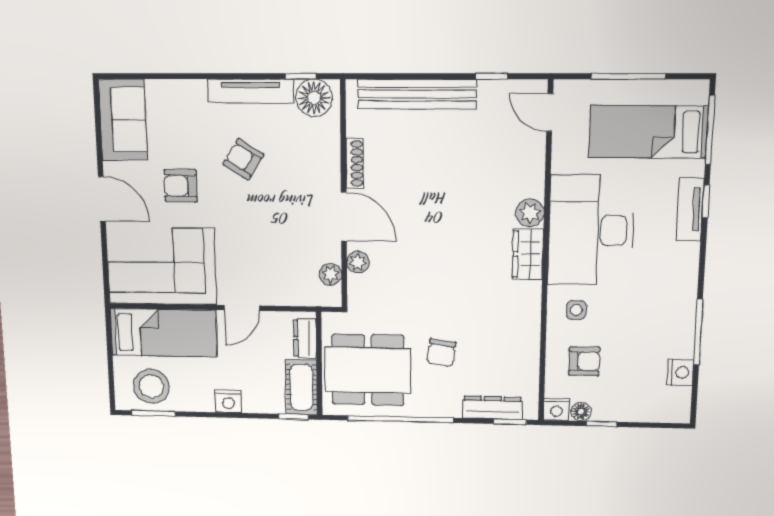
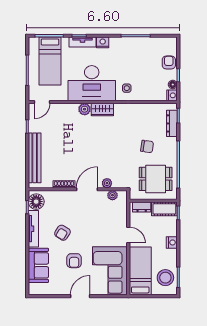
sofa: (123, 120) -> (38, 265), moved, turned 90
armchair: (584, 361) -> (169, 62), moved
dining table: (368, 370) -> (156, 179), width x0.73
nightstand: (680, 372) -> (103, 42), moved

